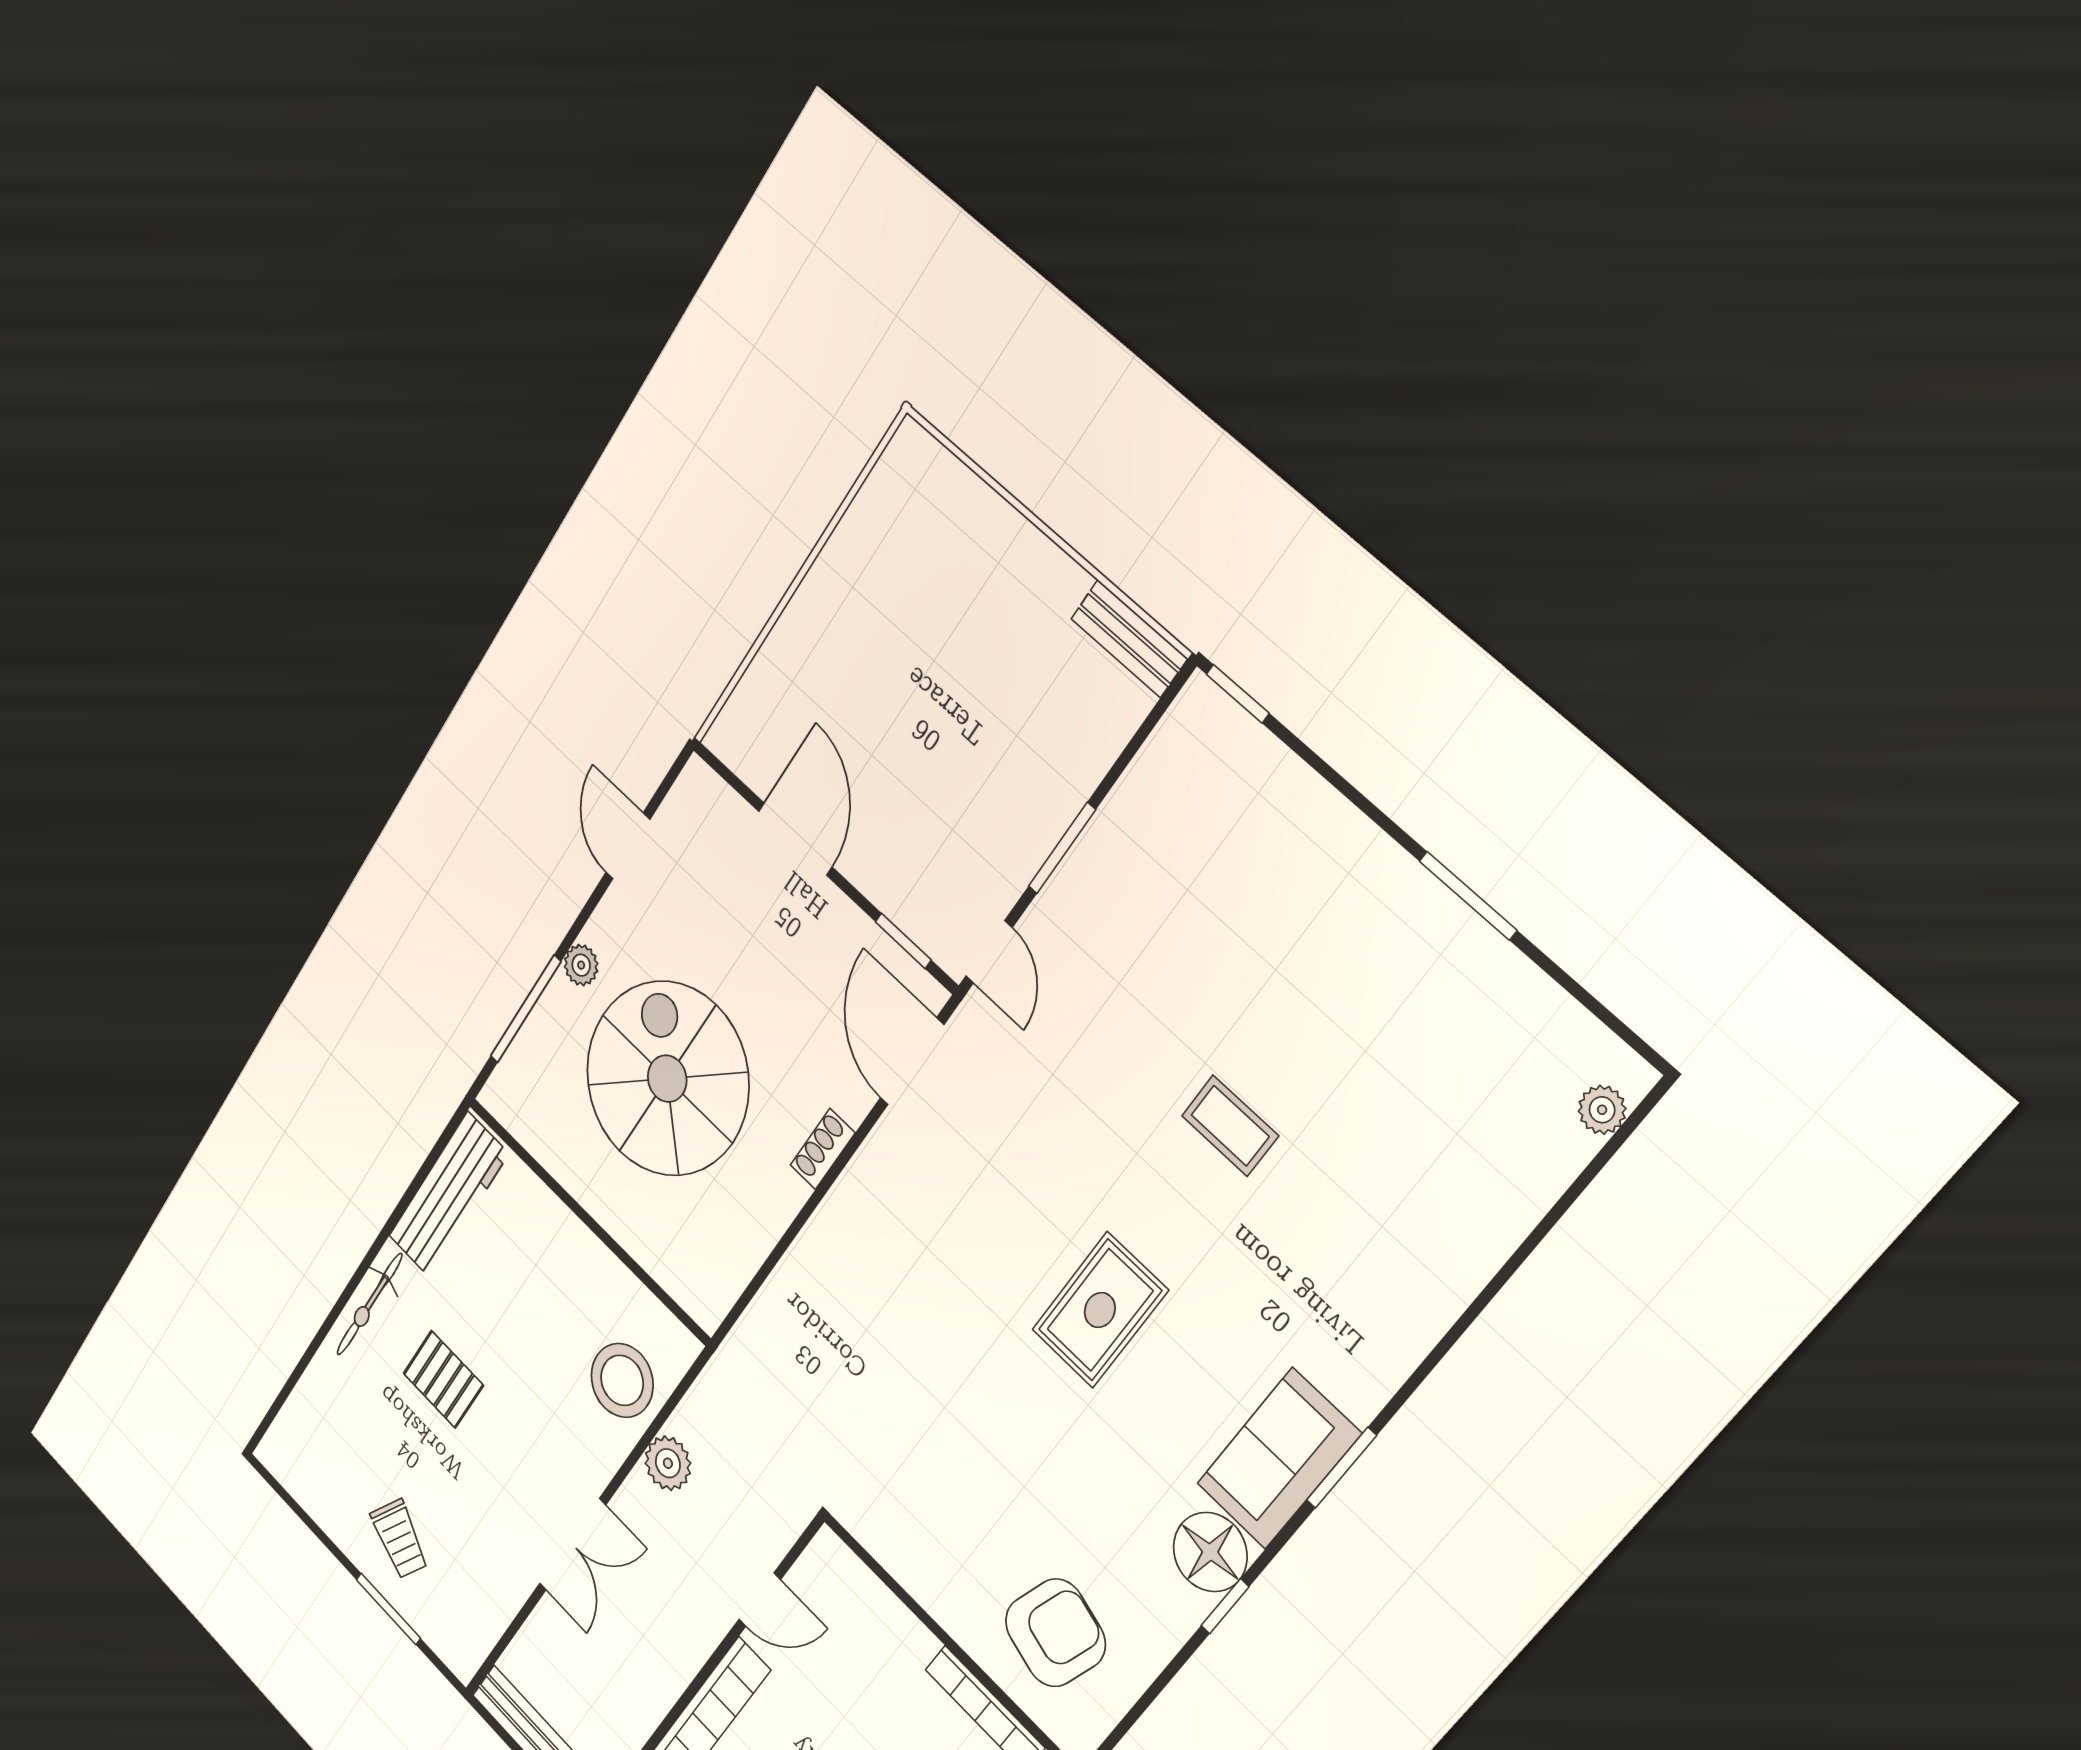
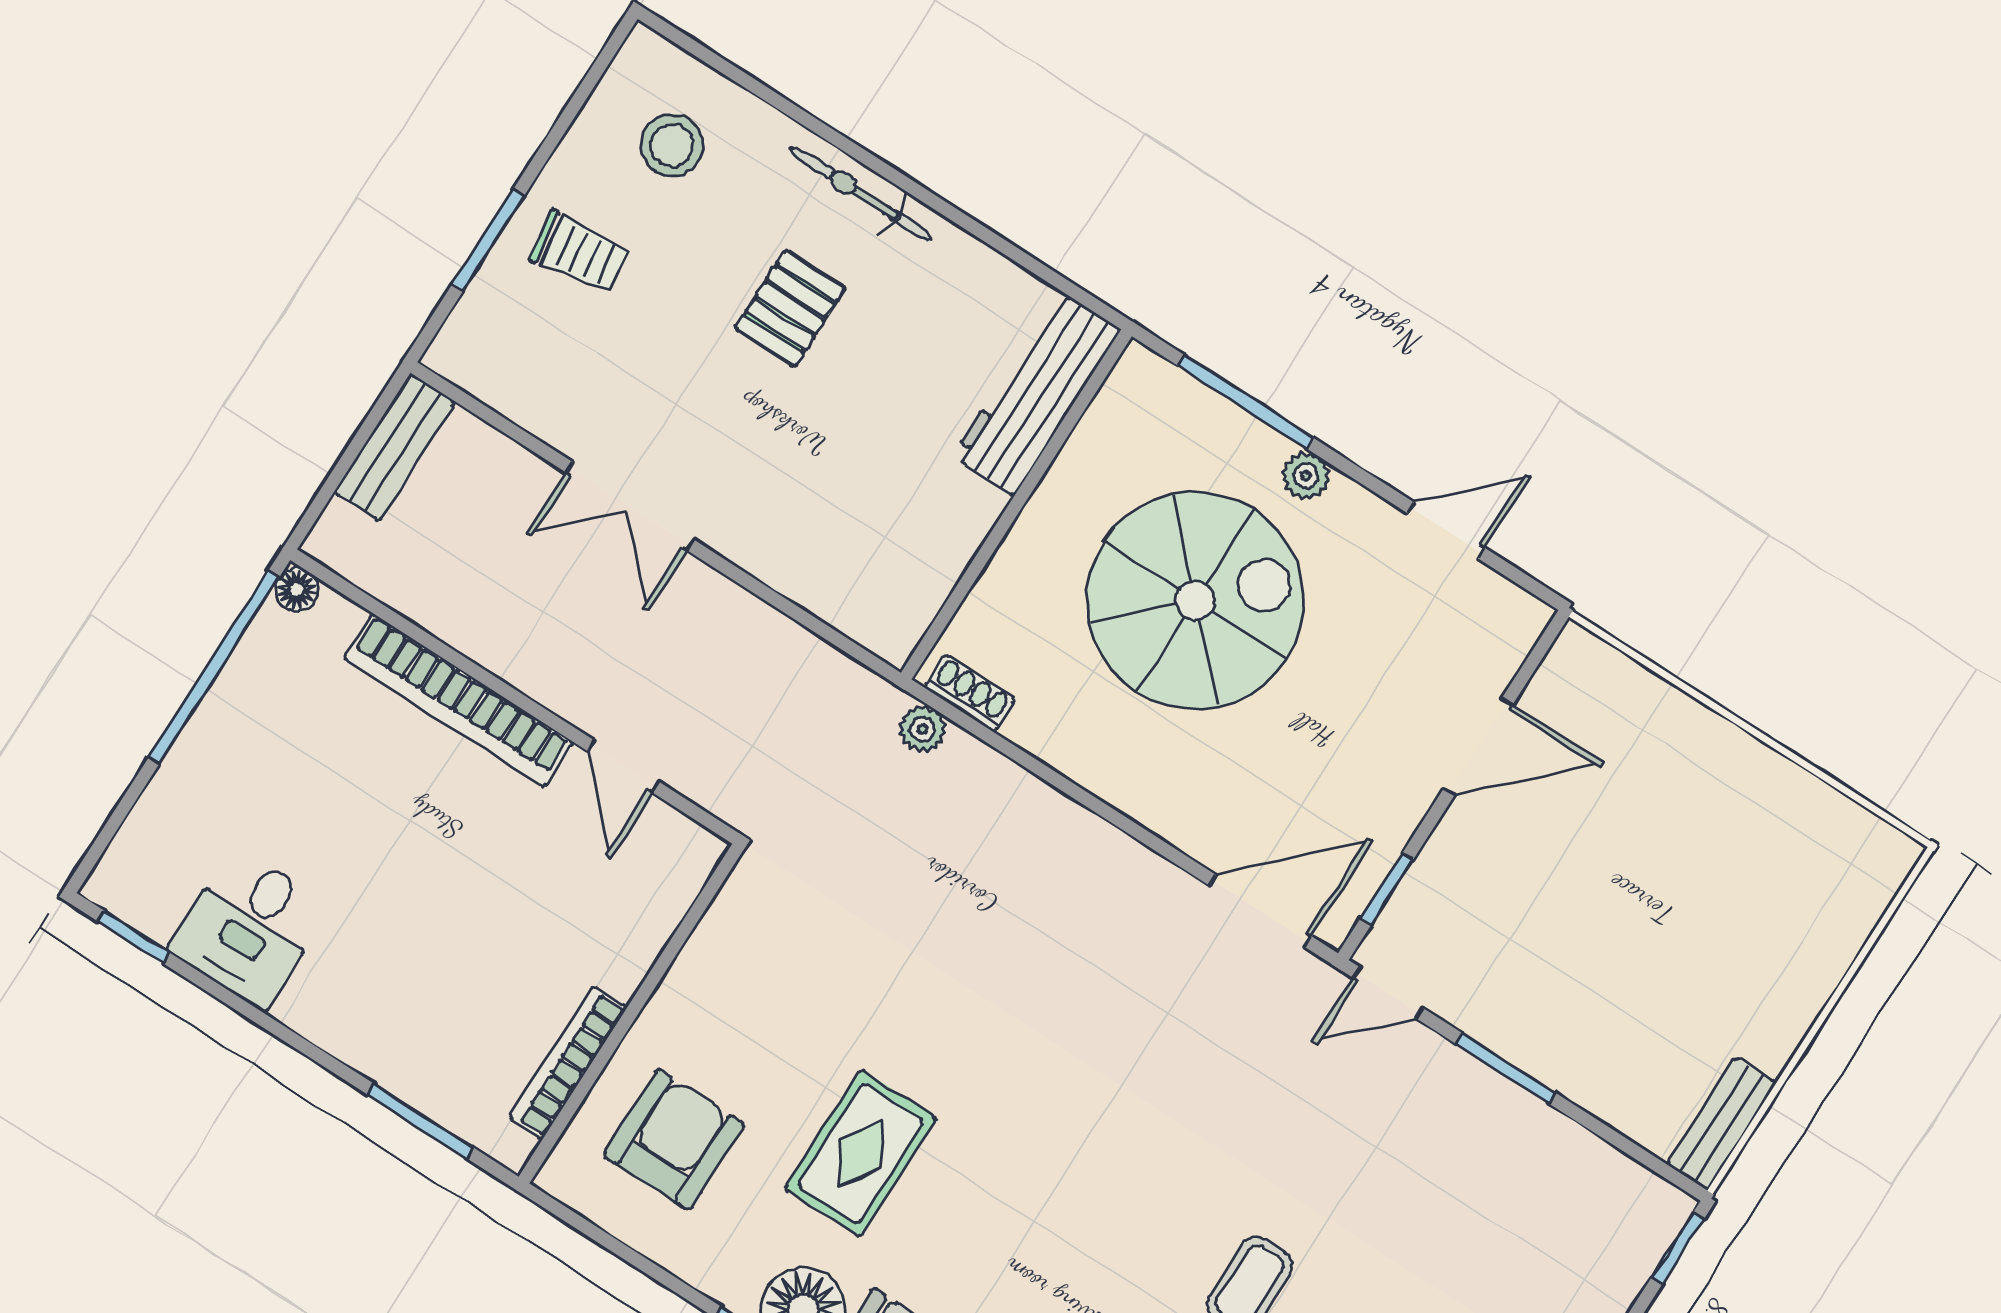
shoe rack: (823, 1149) -> (970, 693), moved
workbench: (448, 1195) -> (1036, 393), moved, turned 90
rug: (1100, 1310) -> (861, 1154), moved, turned 90
stool: (622, 1380) -> (672, 145), moved, width x0.73, depth x0.73
plant: (668, 1463) -> (923, 729), moved, width x0.73, depth x0.73
trolley: (399, 1539) -> (580, 253), turned -123
armchair: (1055, 1633) -> (674, 1140), turned -106

